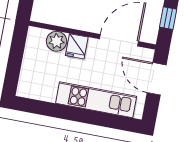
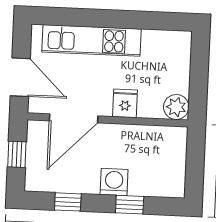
plant: (57, 41) -> (176, 107), moved

